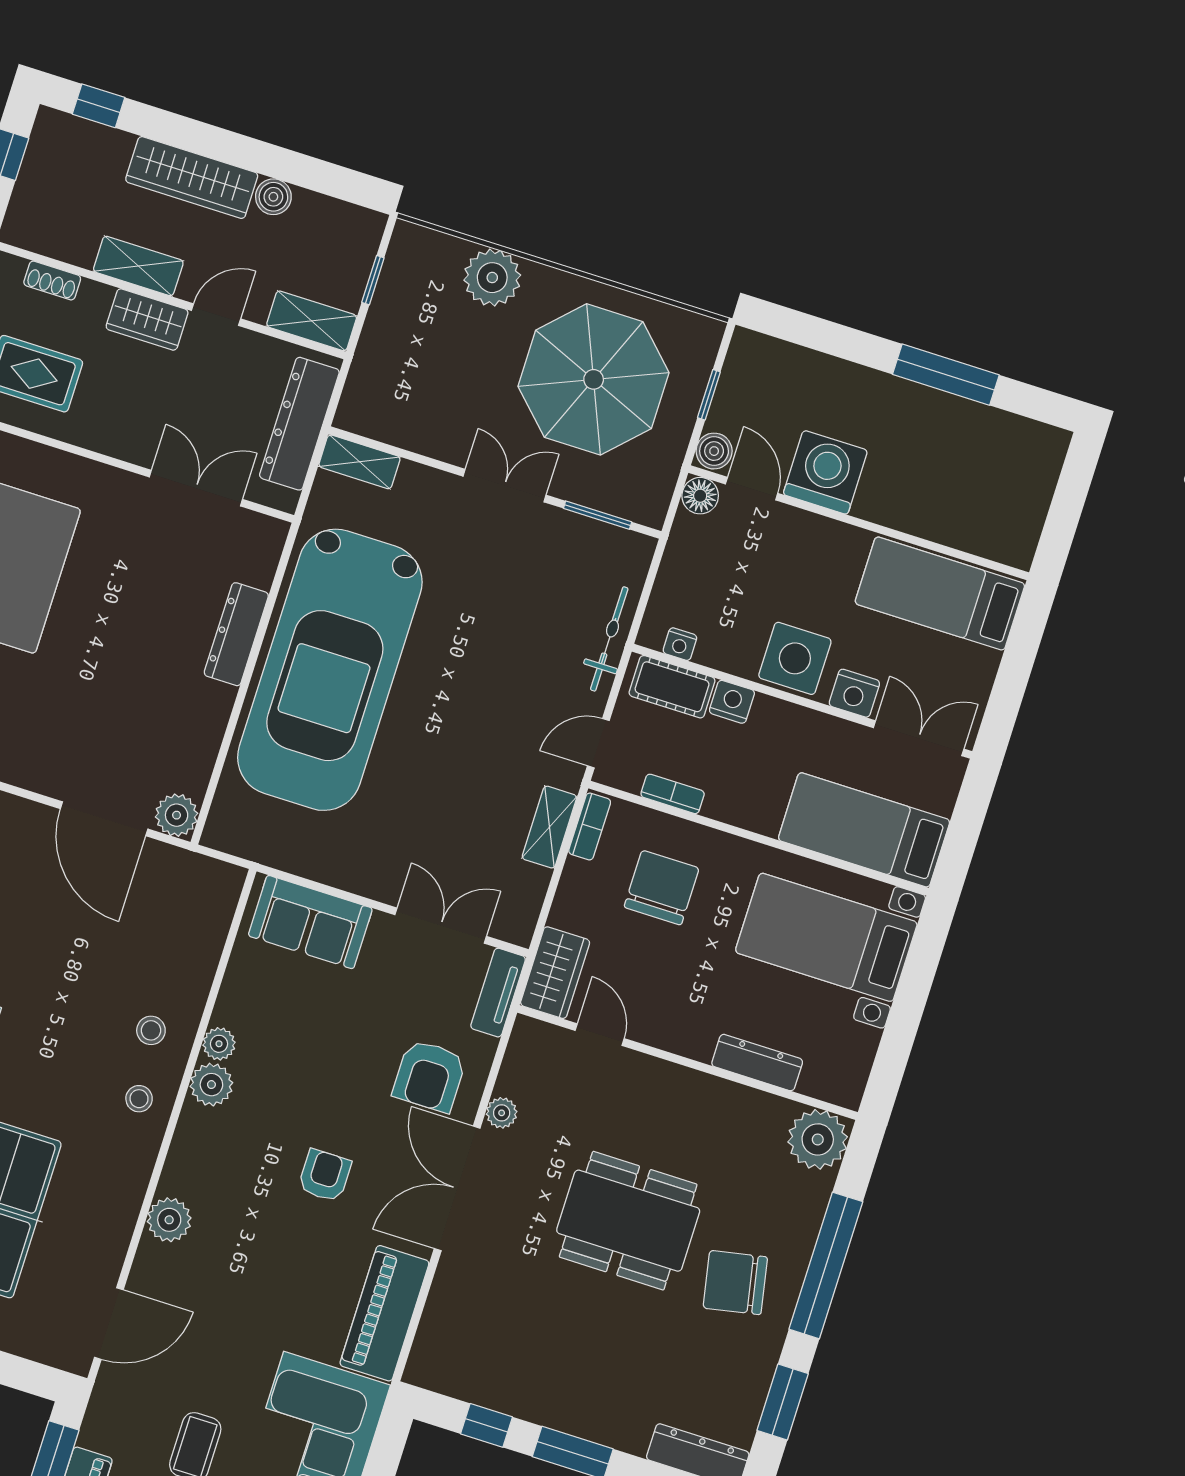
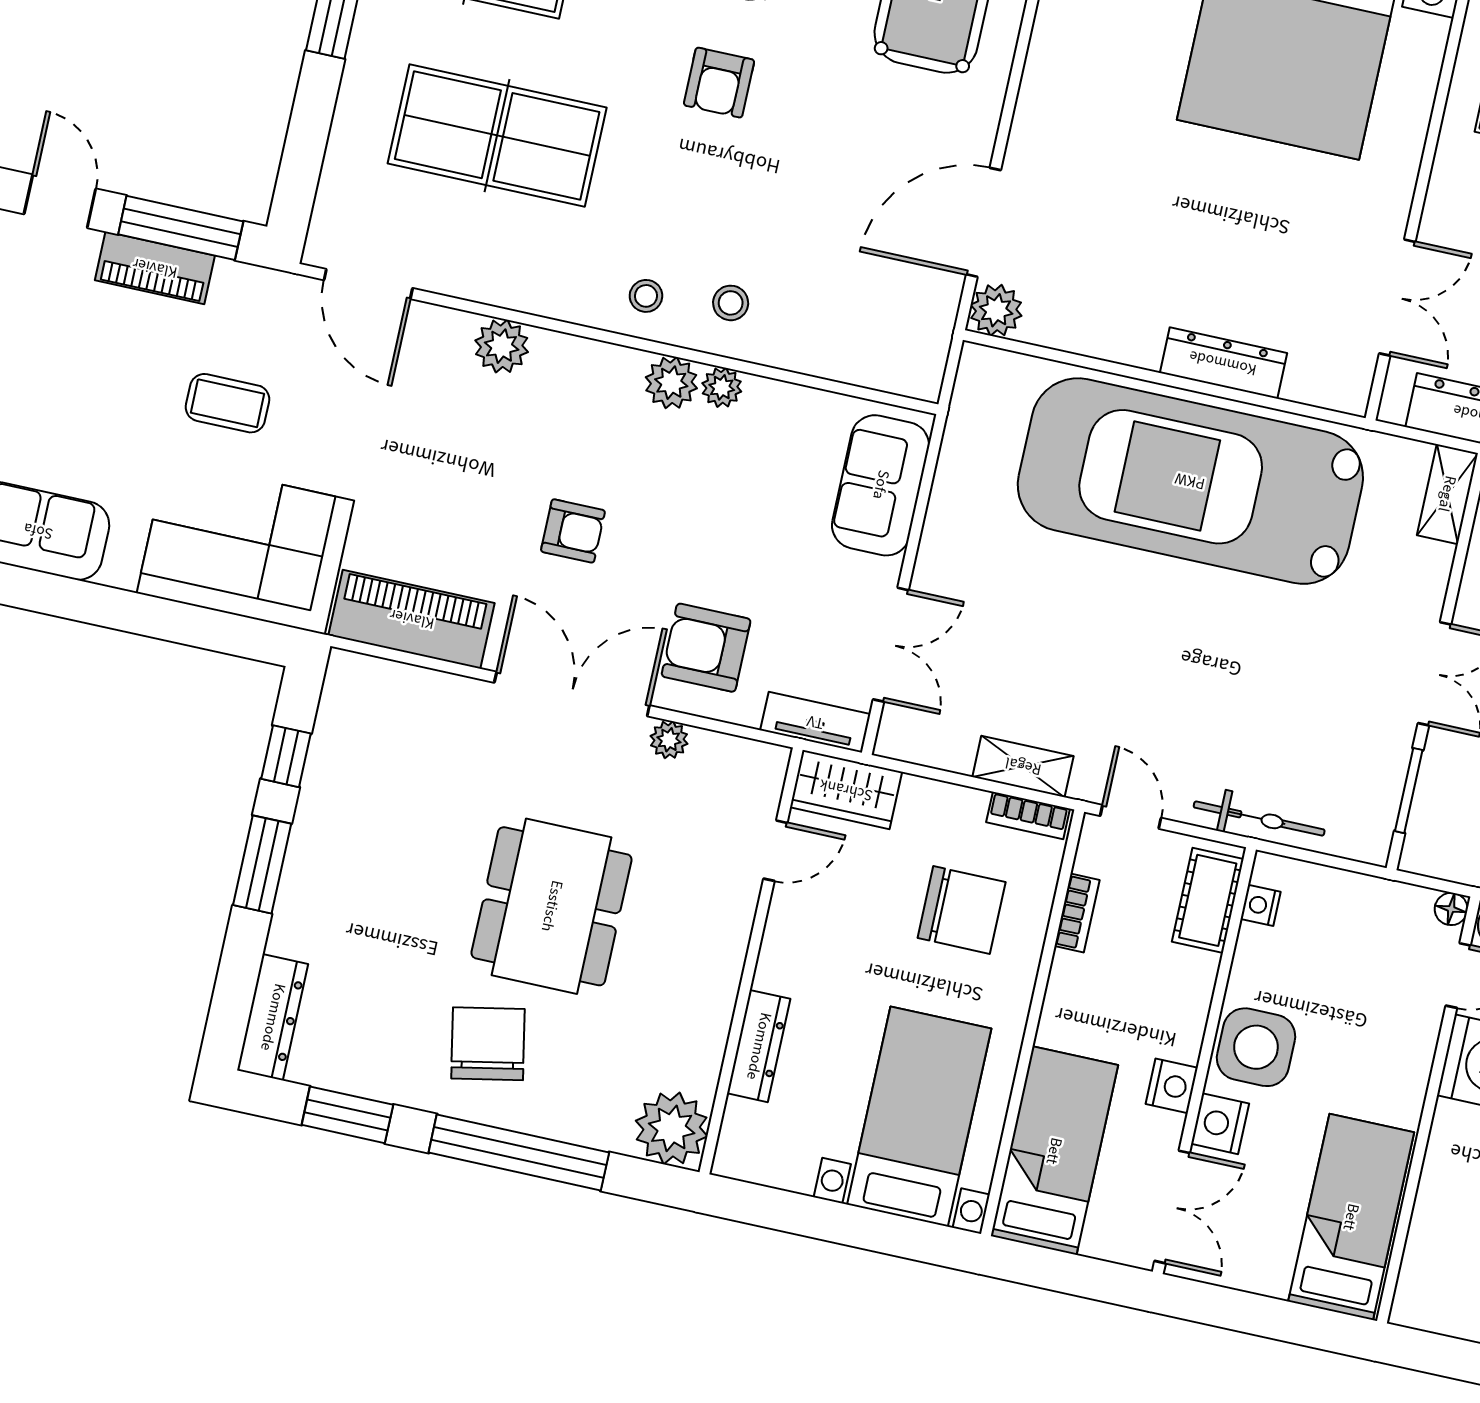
floor lamp: (700, 496) -> (1451, 909), width x0.73, depth x0.73
nightstand: (732, 702) -> (1172, 1086), moved

